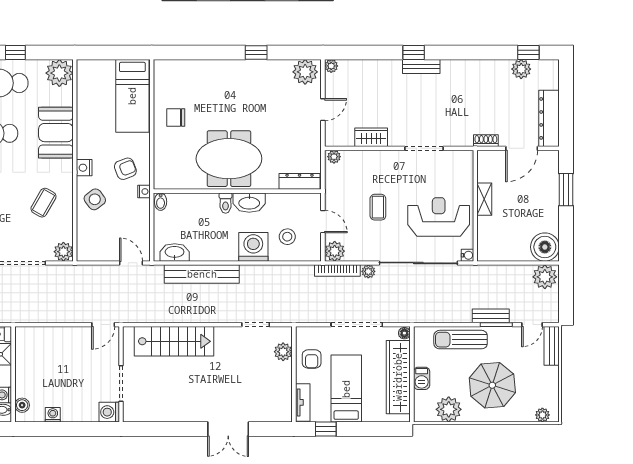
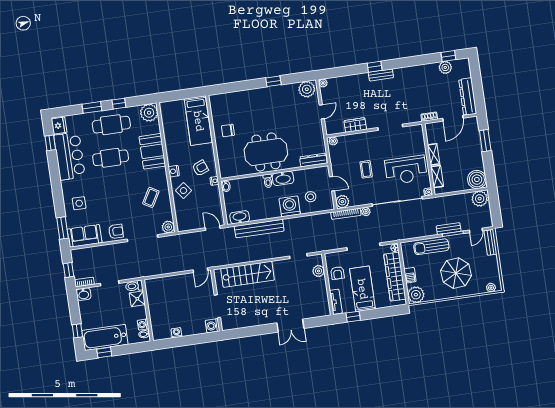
reception desk: (439, 217) -> (406, 170), turned 180
shelving: (485, 234) -> (437, 176), added
boiler: (22, 405) -> (156, 329), removed
plant: (449, 409) -> (416, 295), moved

